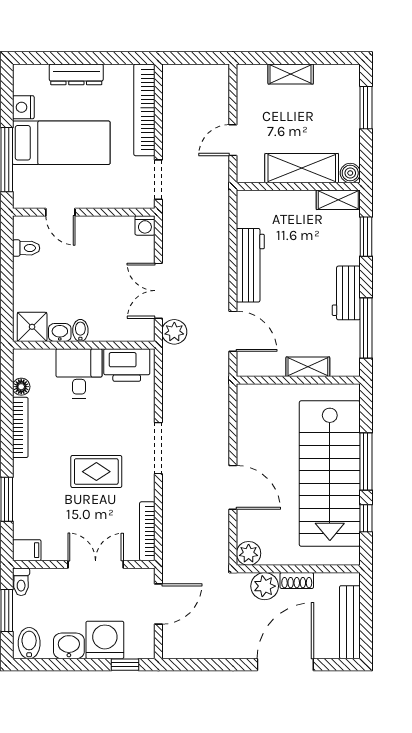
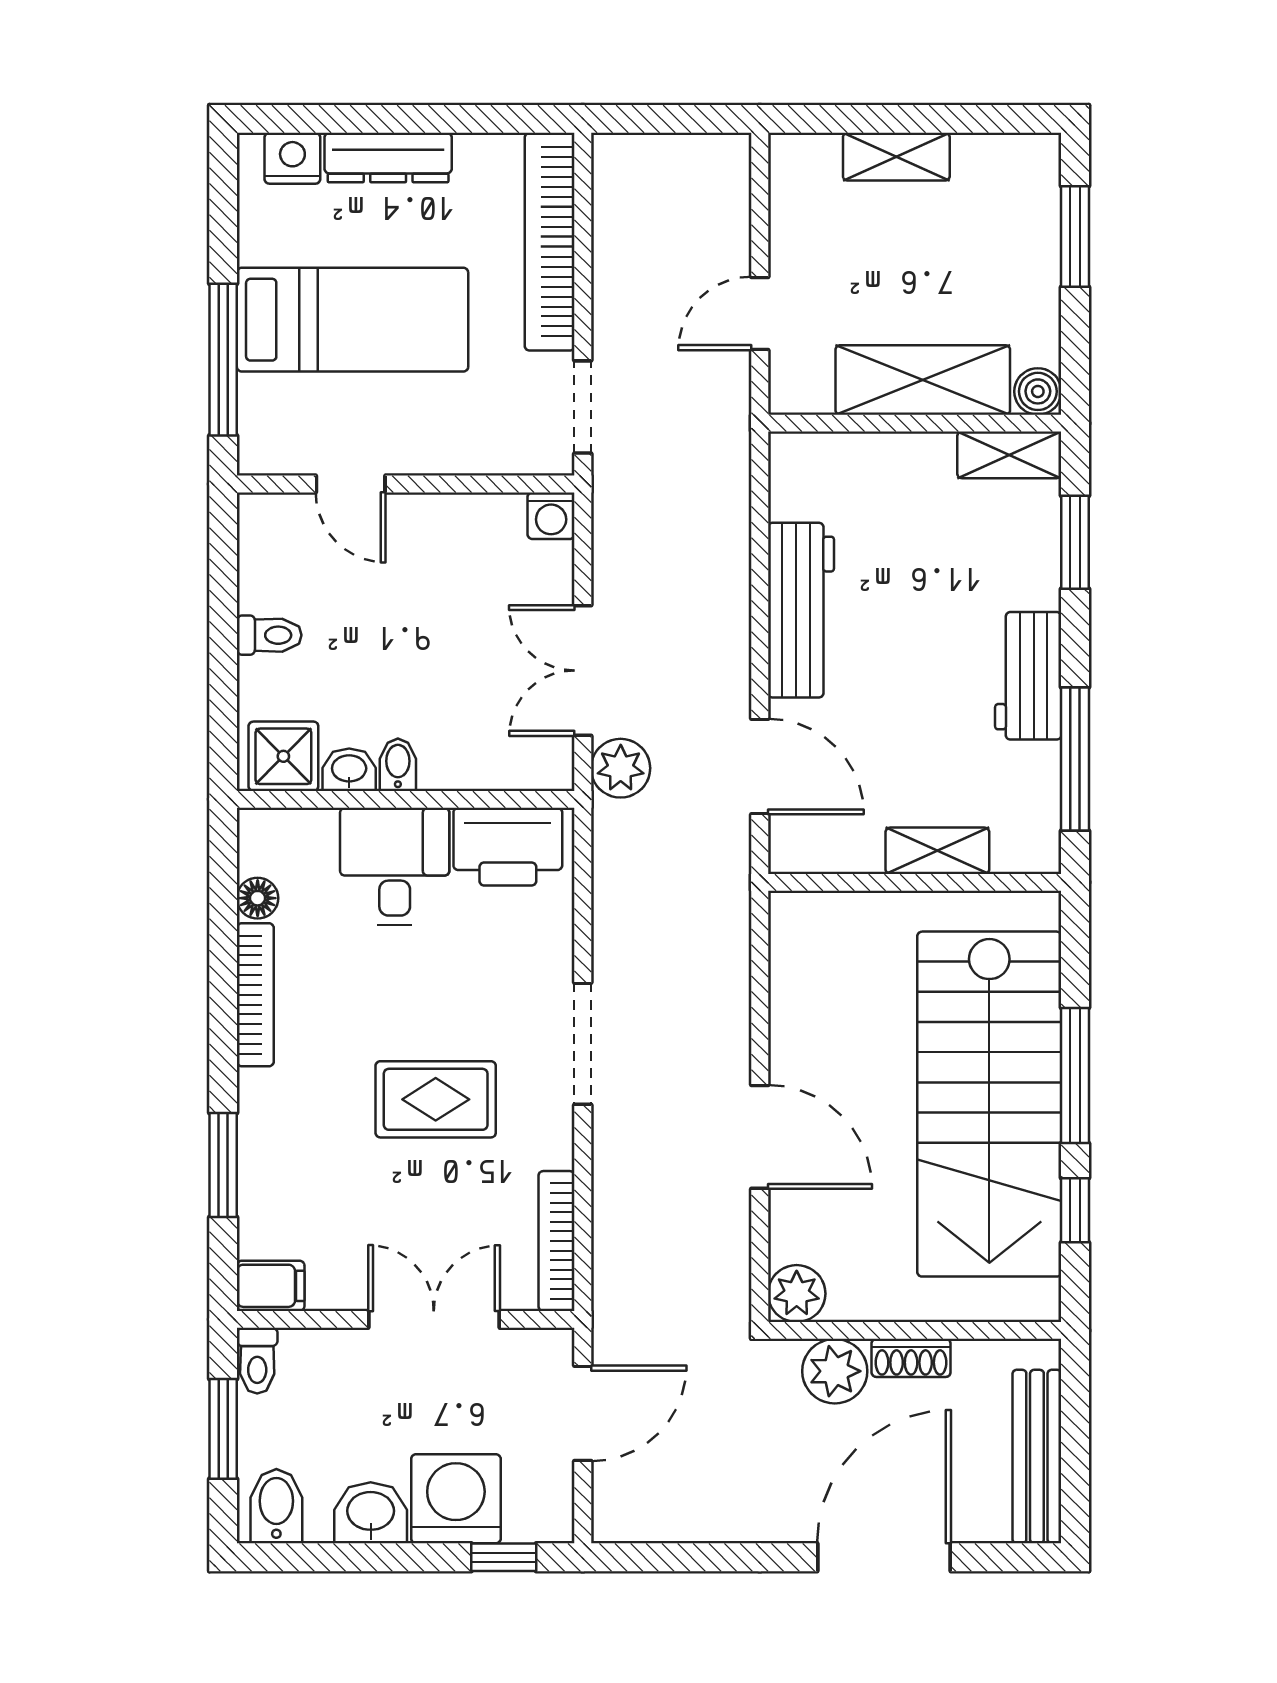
nightstand: (23, 107) -> (292, 158), moved, turned 90
toilet: (26, 248) -> (269, 635), moved

